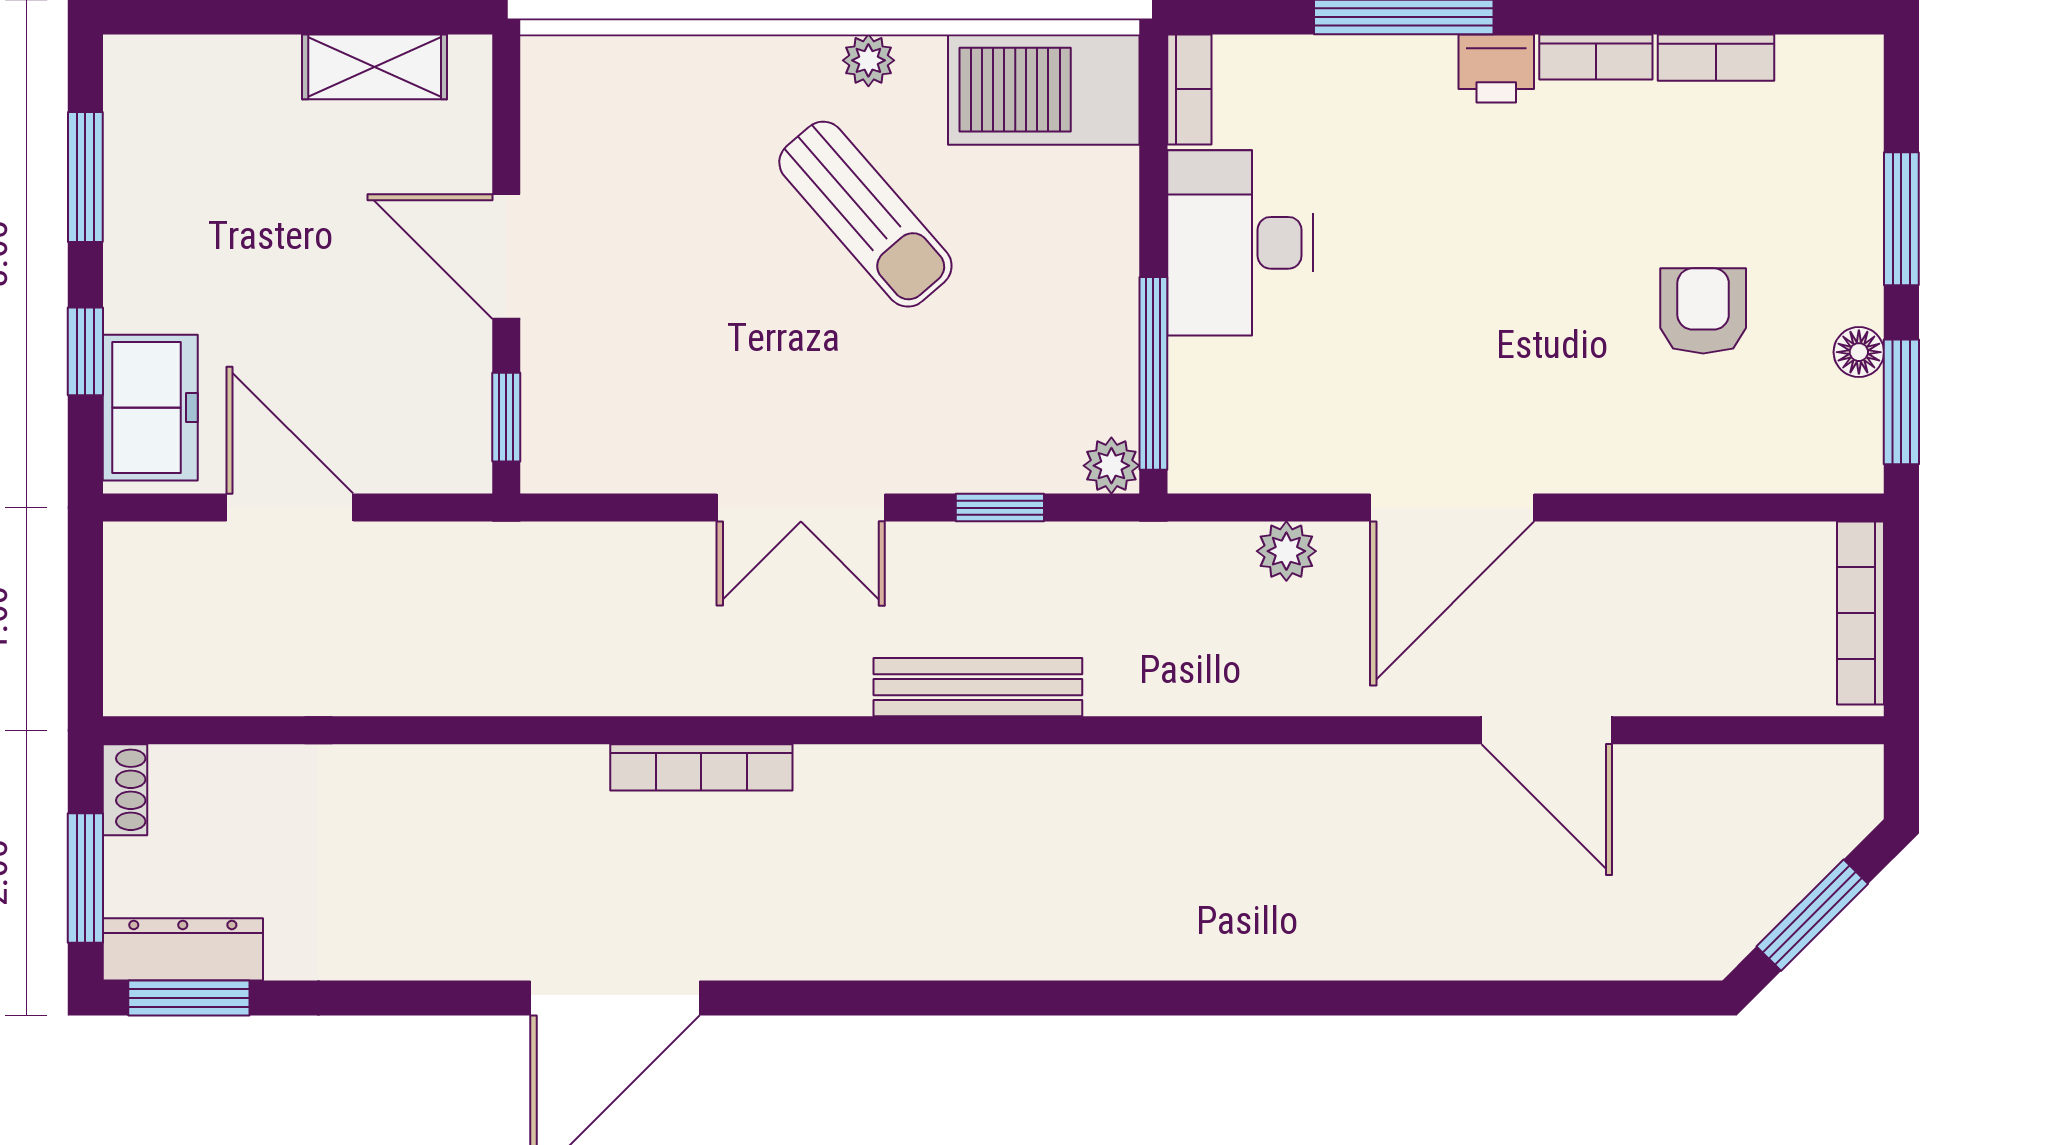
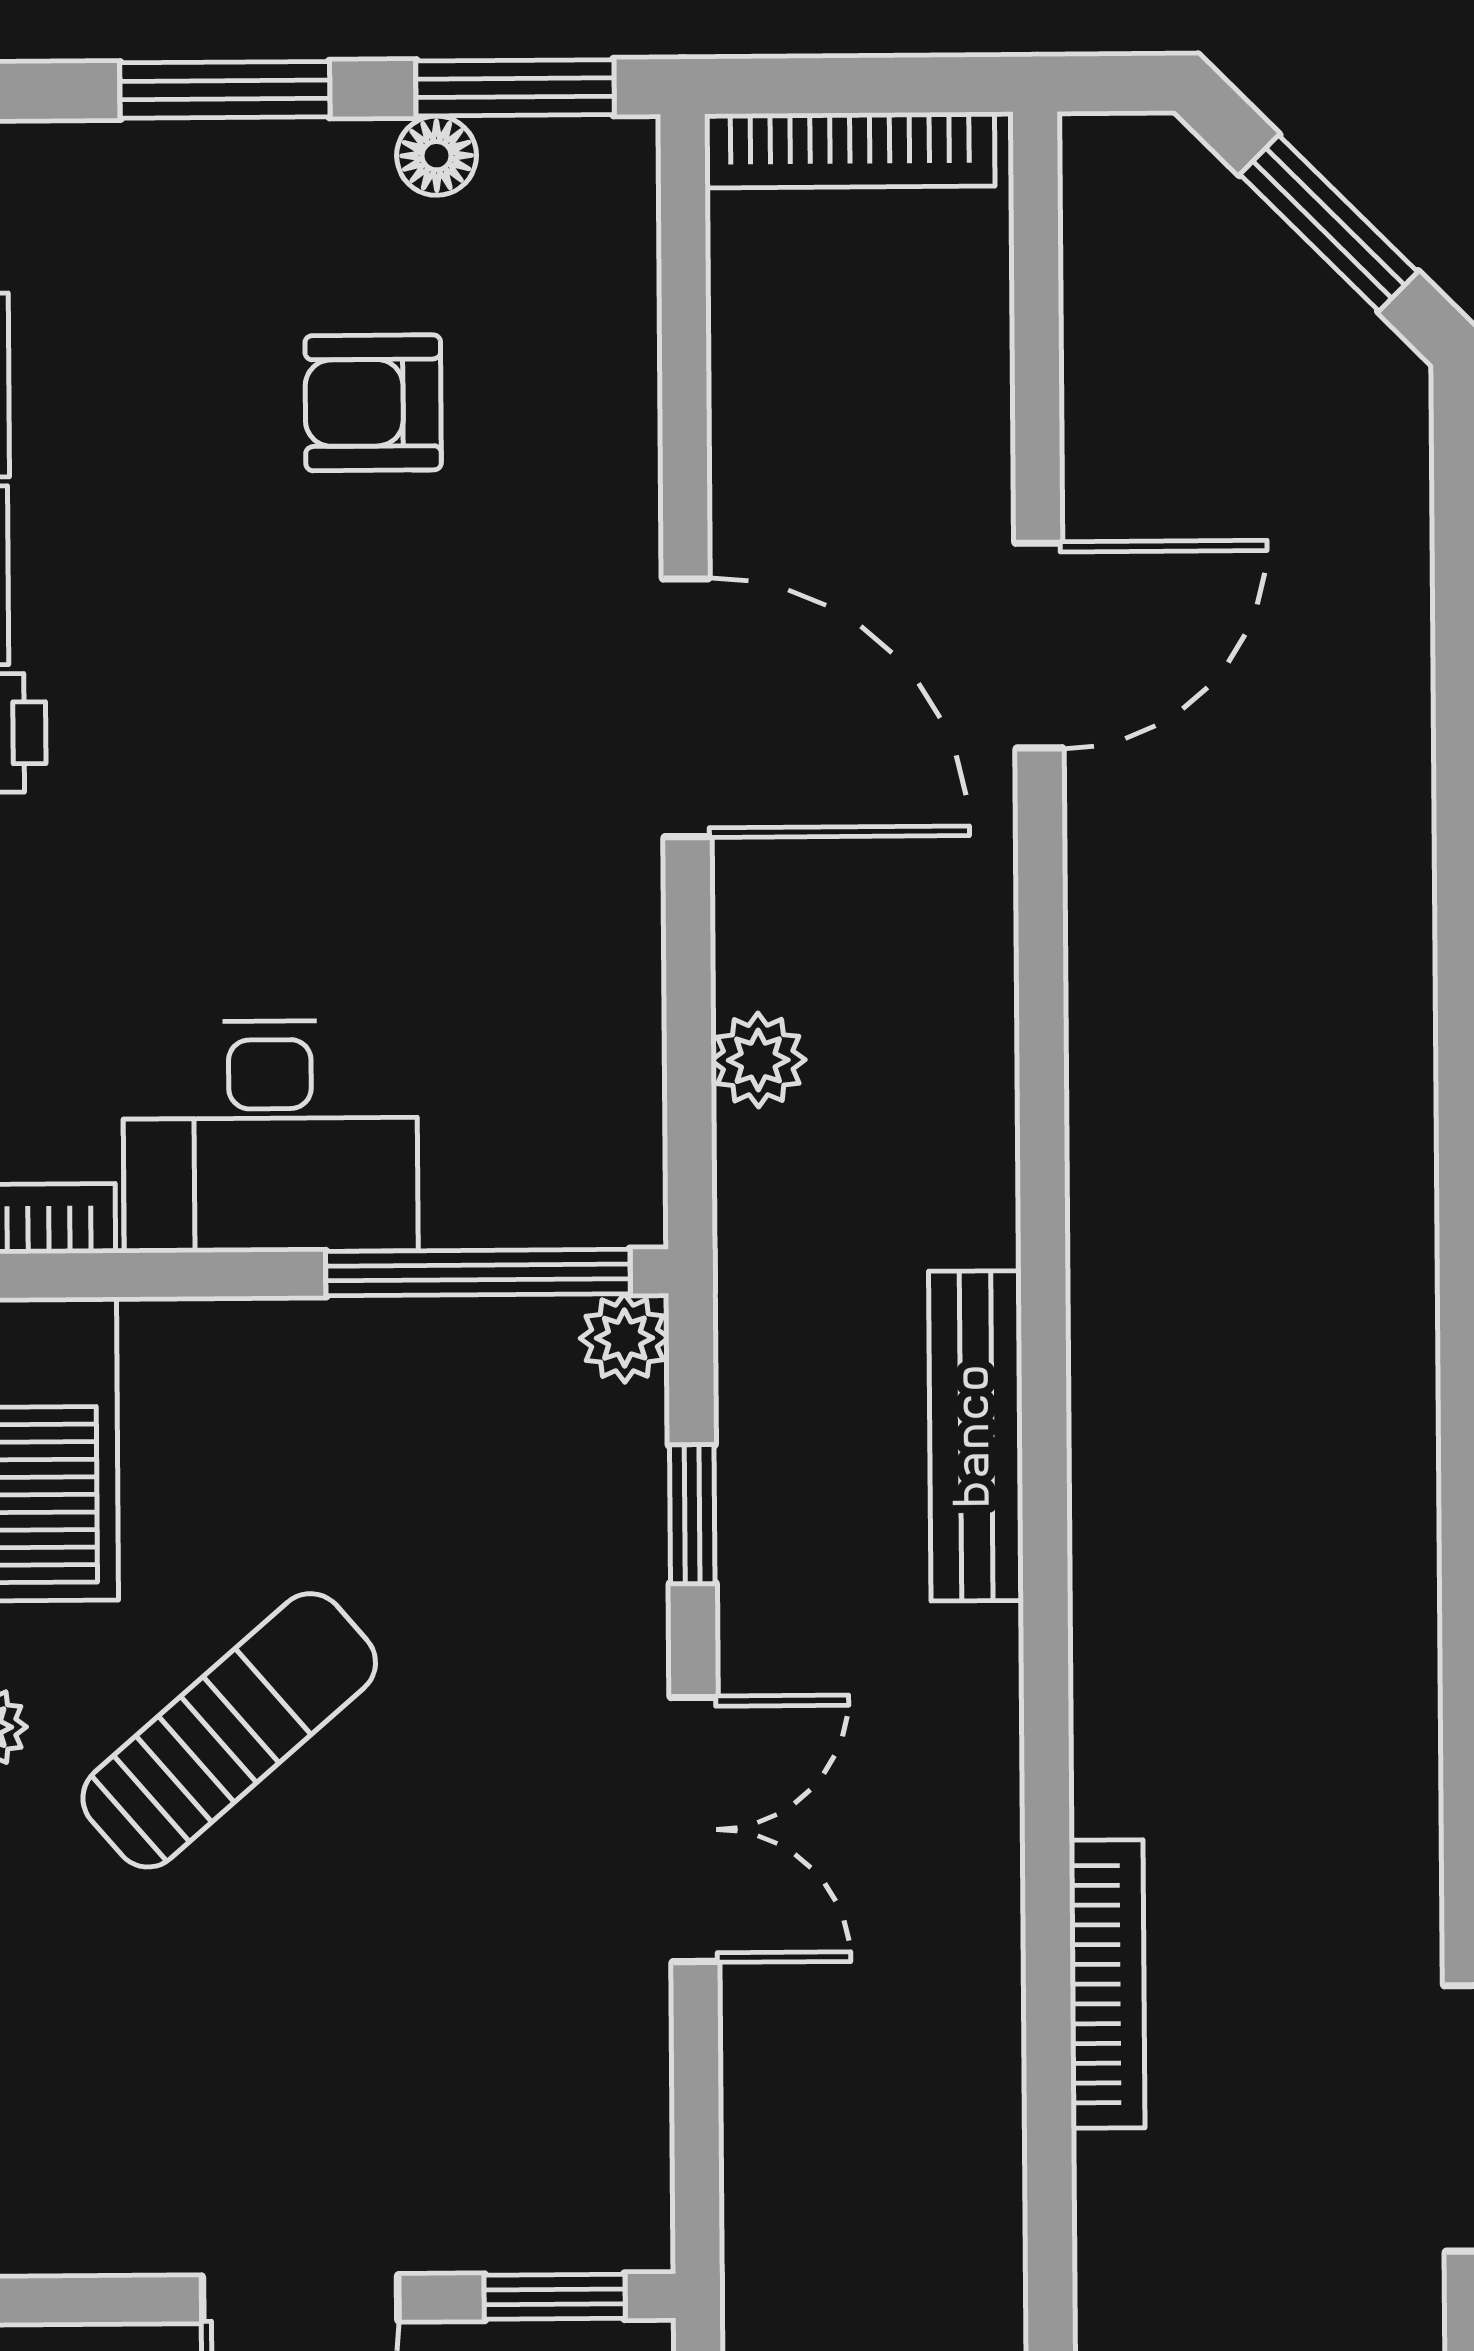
door: (1452, 508) -> (687, 708), moved
bench: (978, 687) -> (976, 1436), moved

